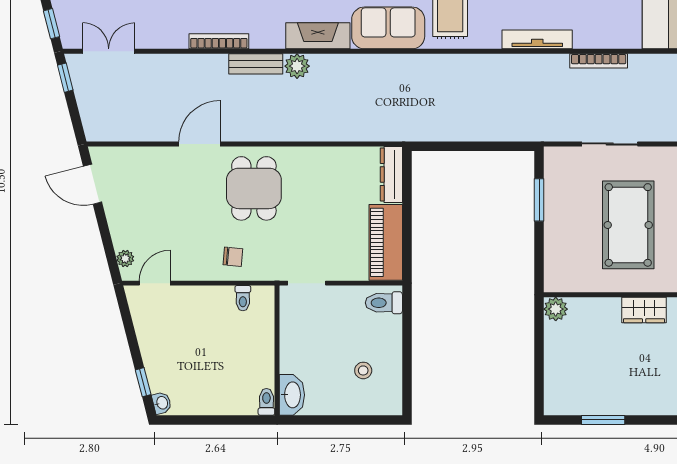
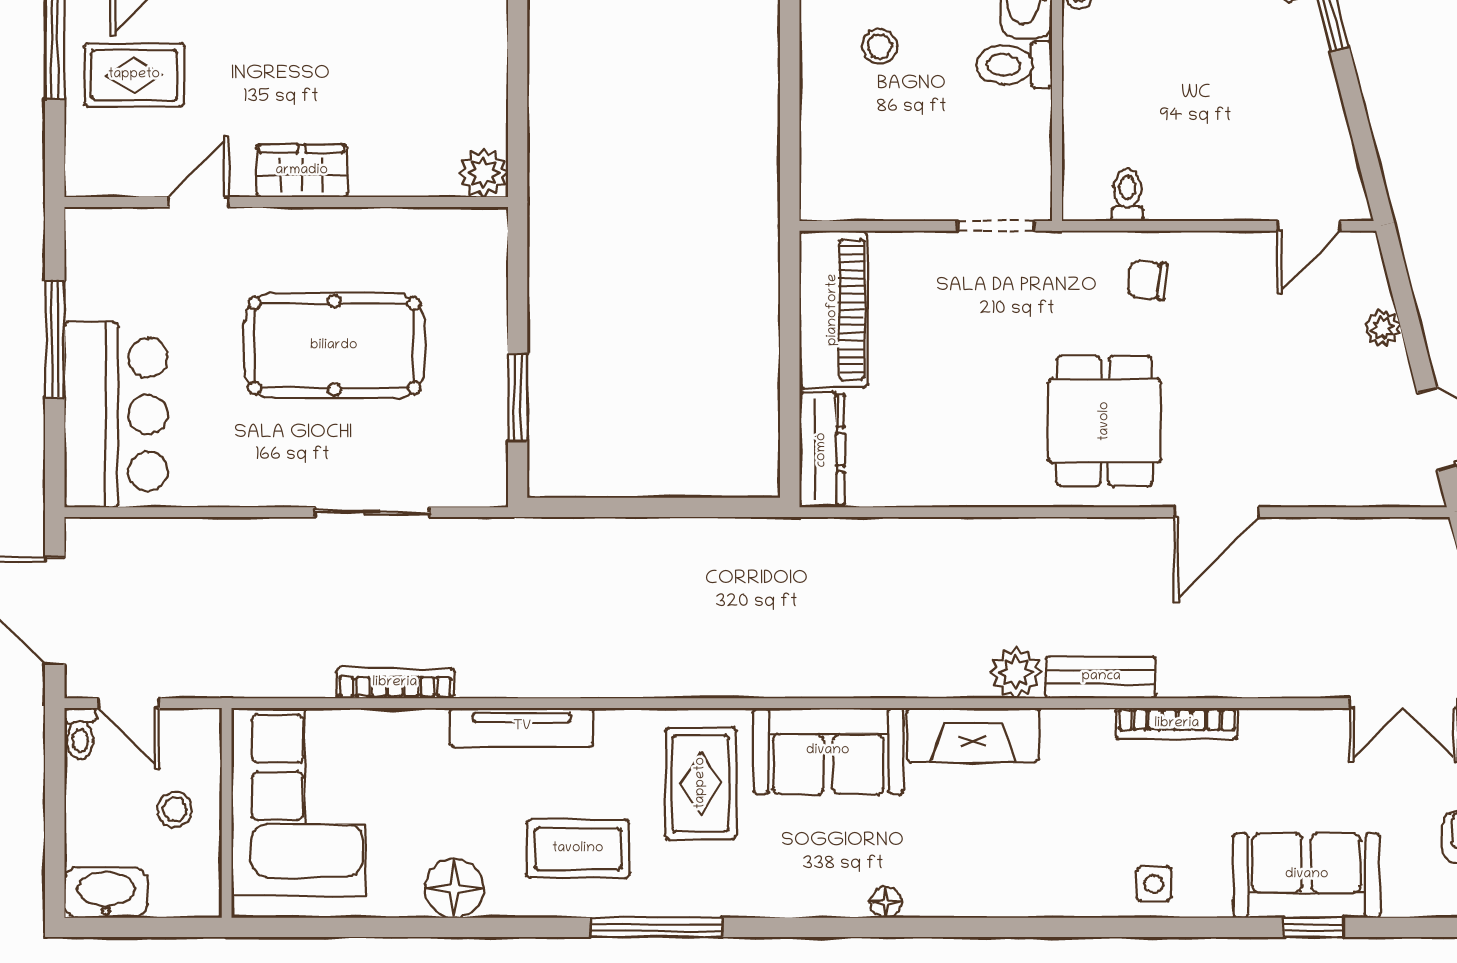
pool table: (628, 225) -> (334, 346), turned 90
plant: (125, 258) -> (1383, 328), moved
toilet: (384, 303) -> (1014, 65), moved, turned 180

